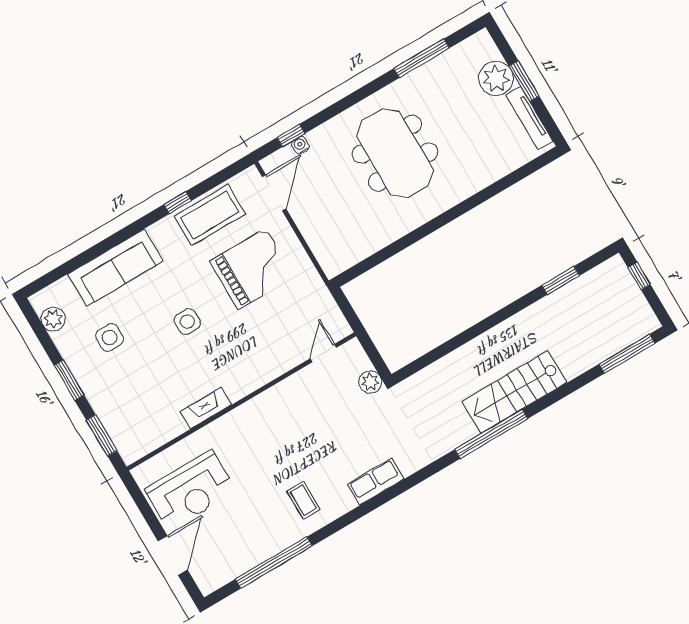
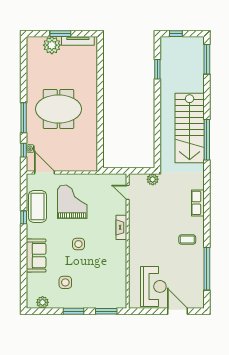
window: (422, 58) -> (24, 118), moved
sofa: (116, 268) -> (36, 256), width x0.73
stairs: (514, 392) -> (190, 128), width x1.36, depth x1.51
fireplace: (206, 408) -> (121, 227), moved

